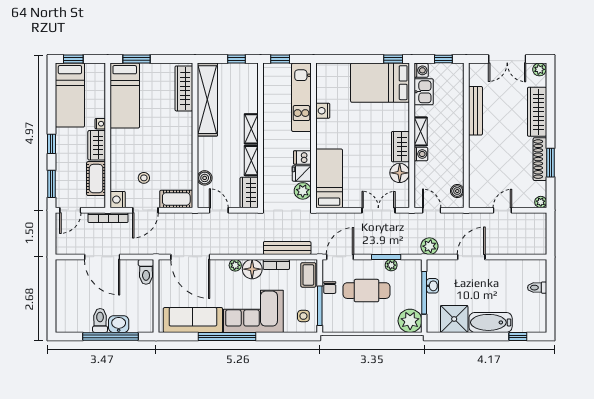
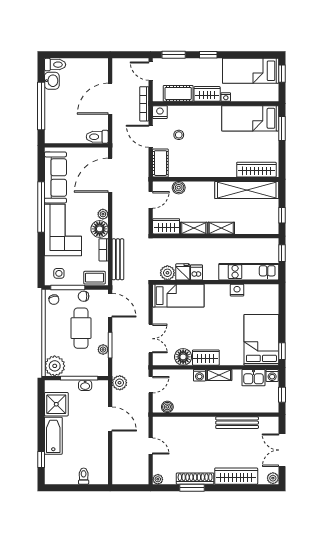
toilet: (100, 320) -> (55, 65), moved
chair: (334, 322) -> (54, 300), added
washbasin: (119, 324) -> (52, 81), moved

